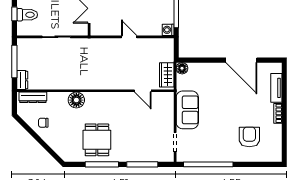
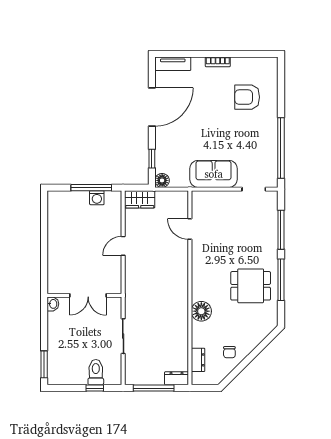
washing machine: (168, 30) -> (97, 198), moved
window: (200, 60) -> (152, 159), added
wardrobe: (167, 75) -> (140, 199), moved
tv unit: (276, 88) -> (173, 64), moved
door: (143, 91) -> (190, 229), swing flipped
dresser: (33, 97) -> (198, 360), width x0.70

